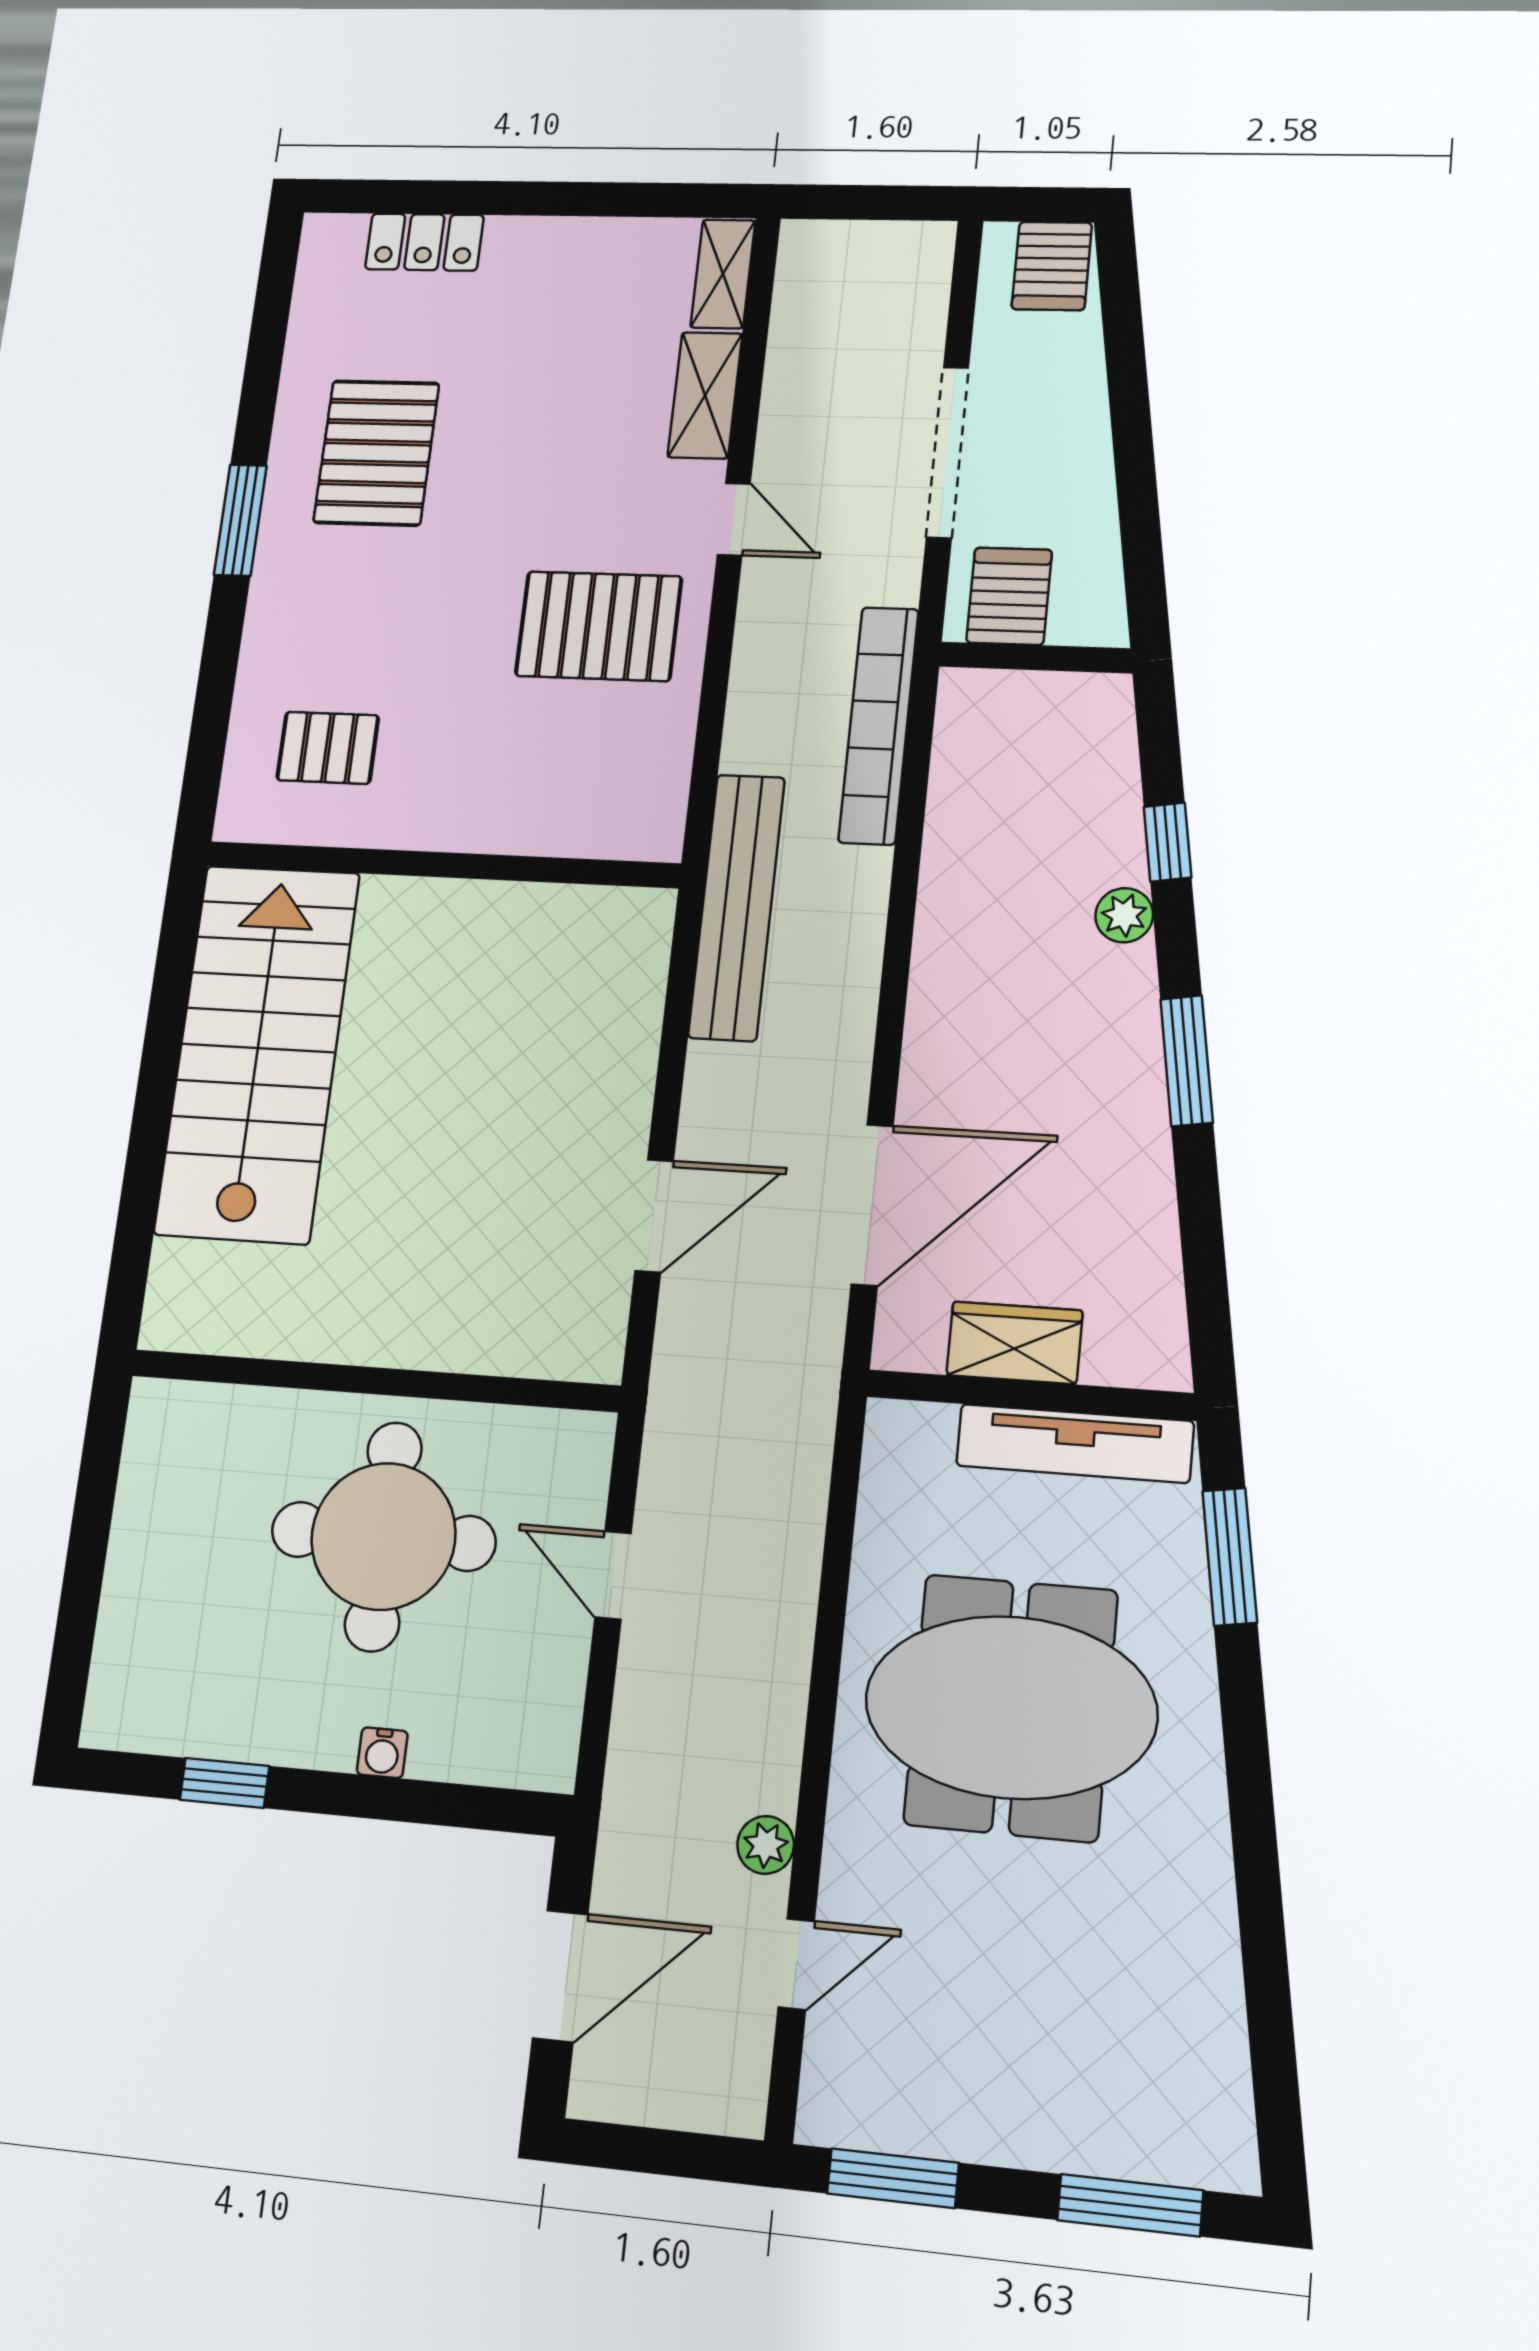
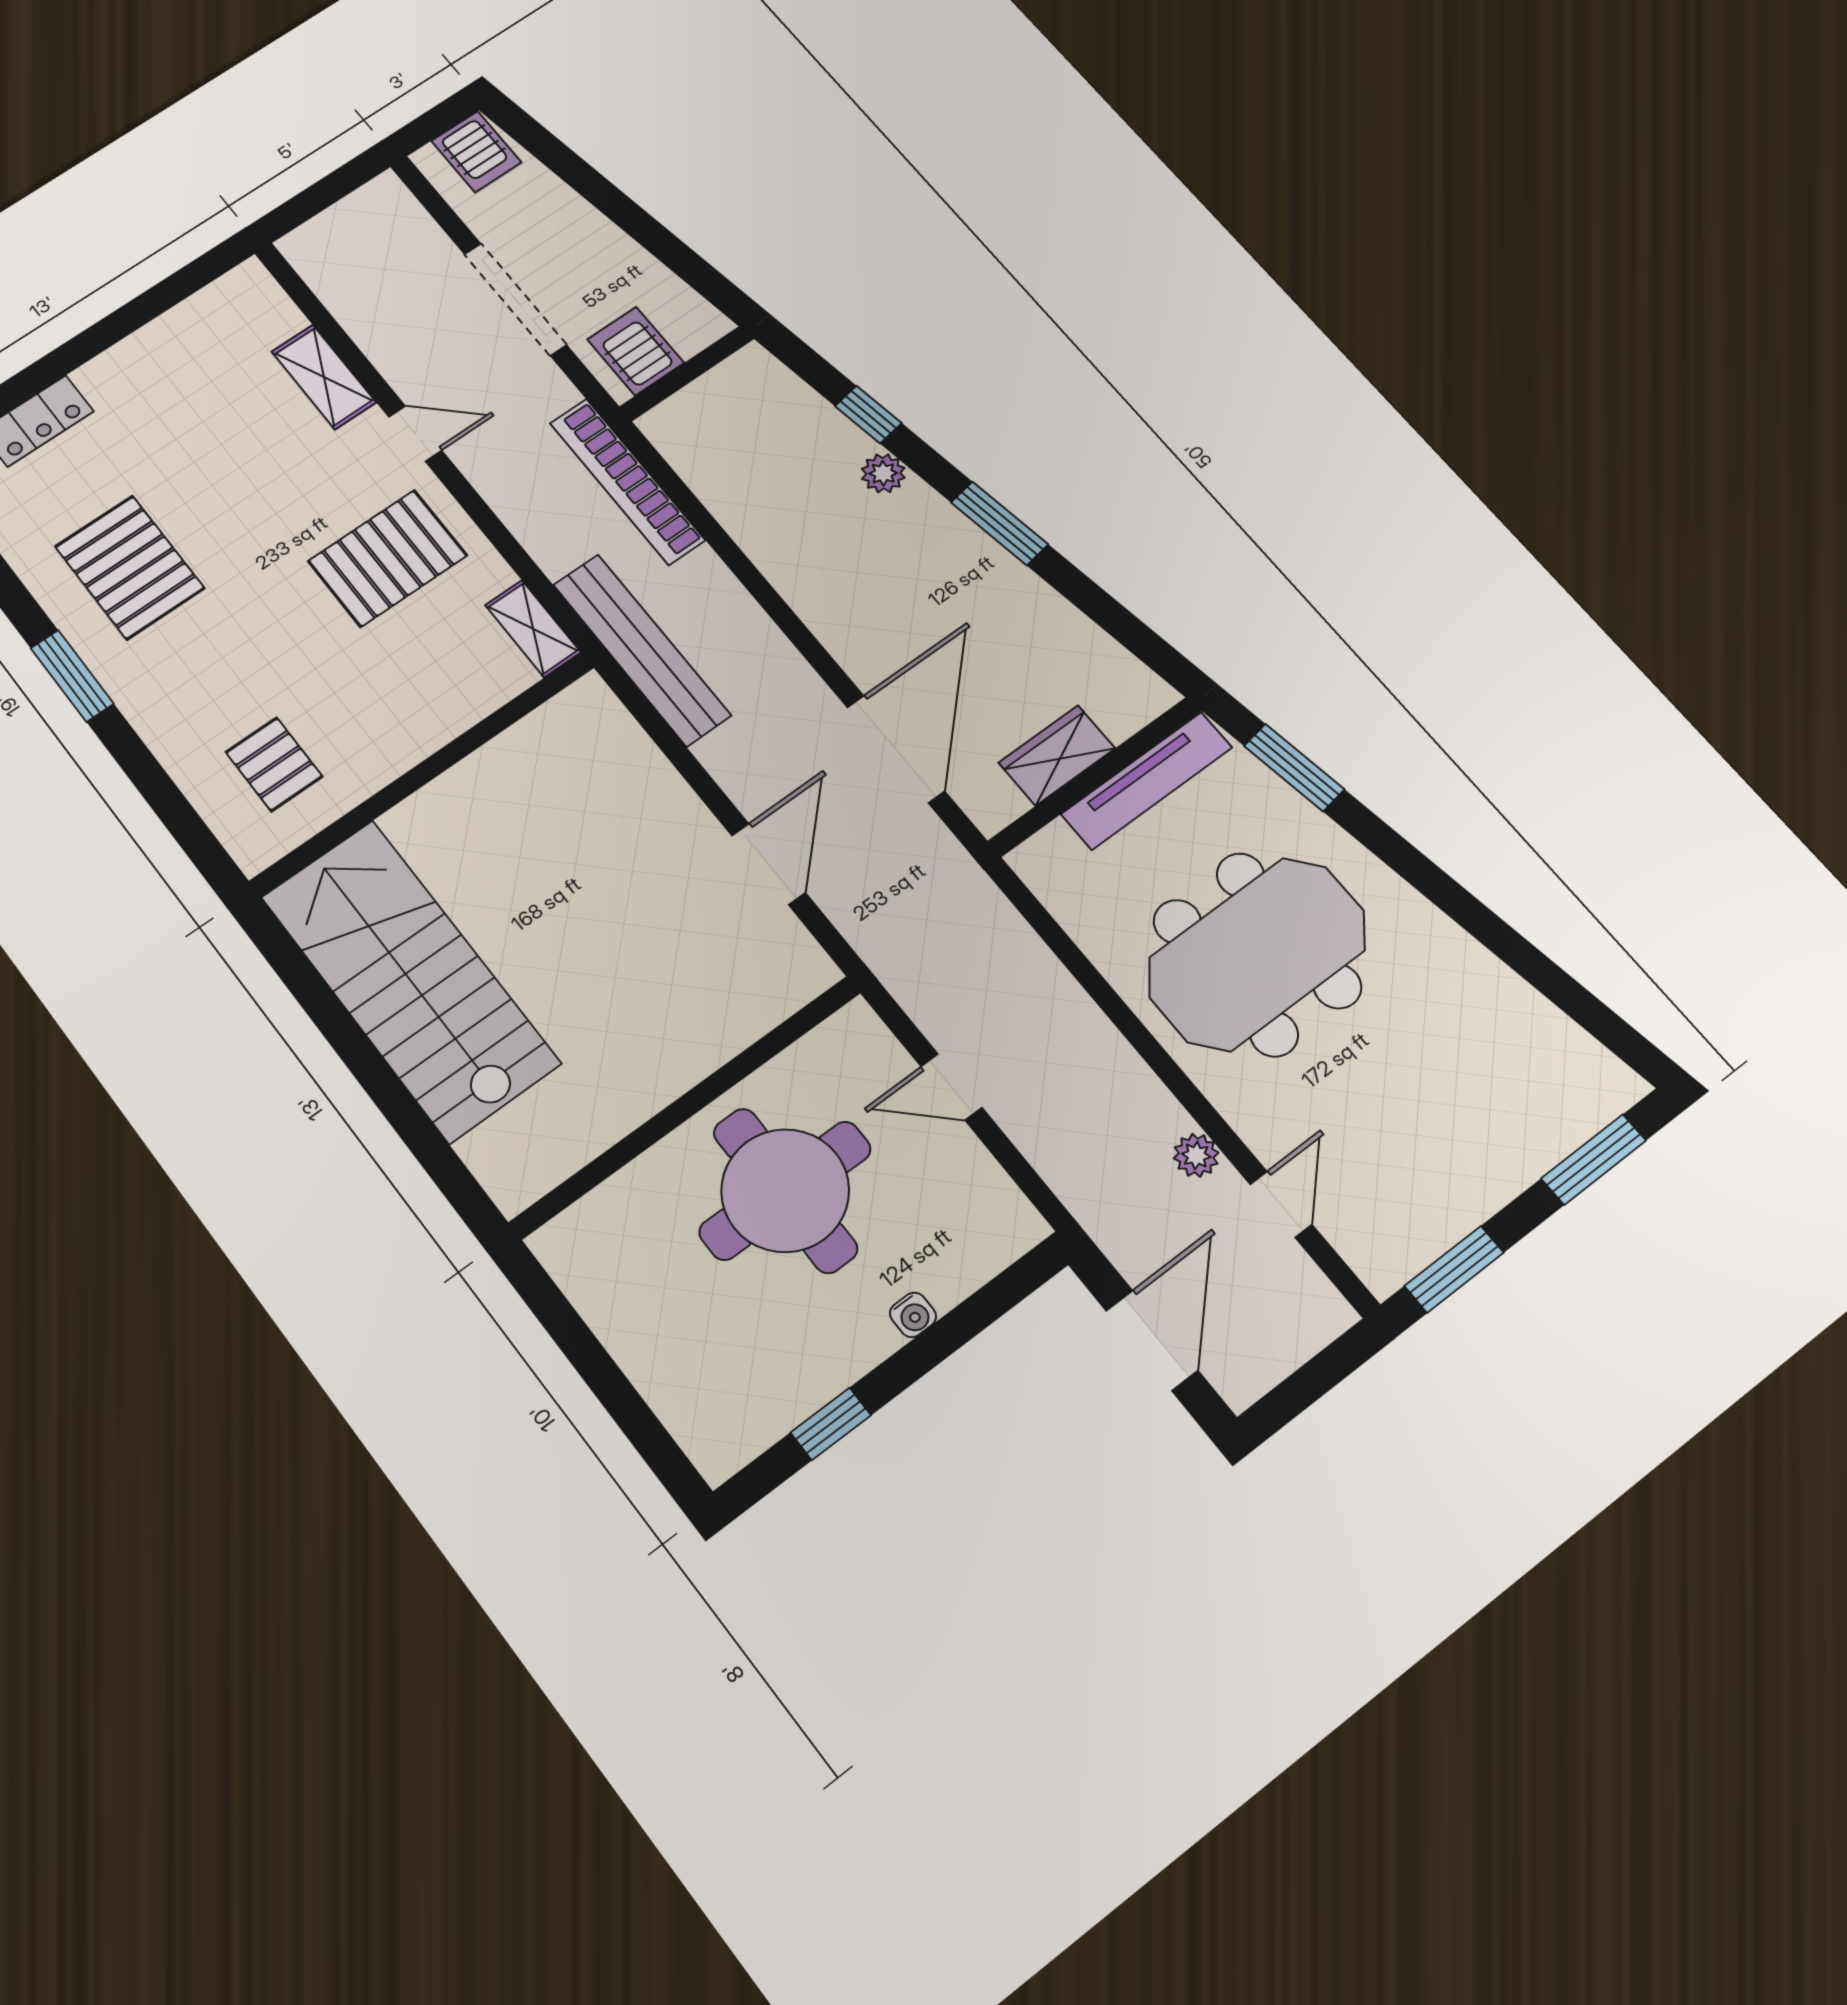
shelving: (723, 274) -> (533, 629), moved
pallet: (328, 748) -> (274, 764), turned 90

